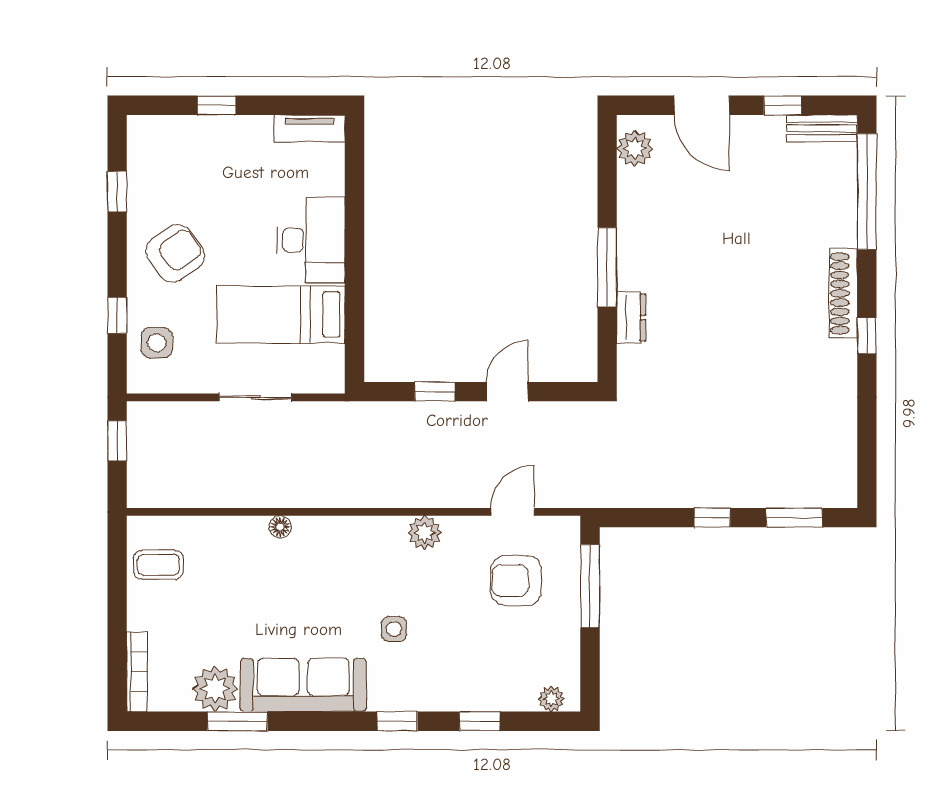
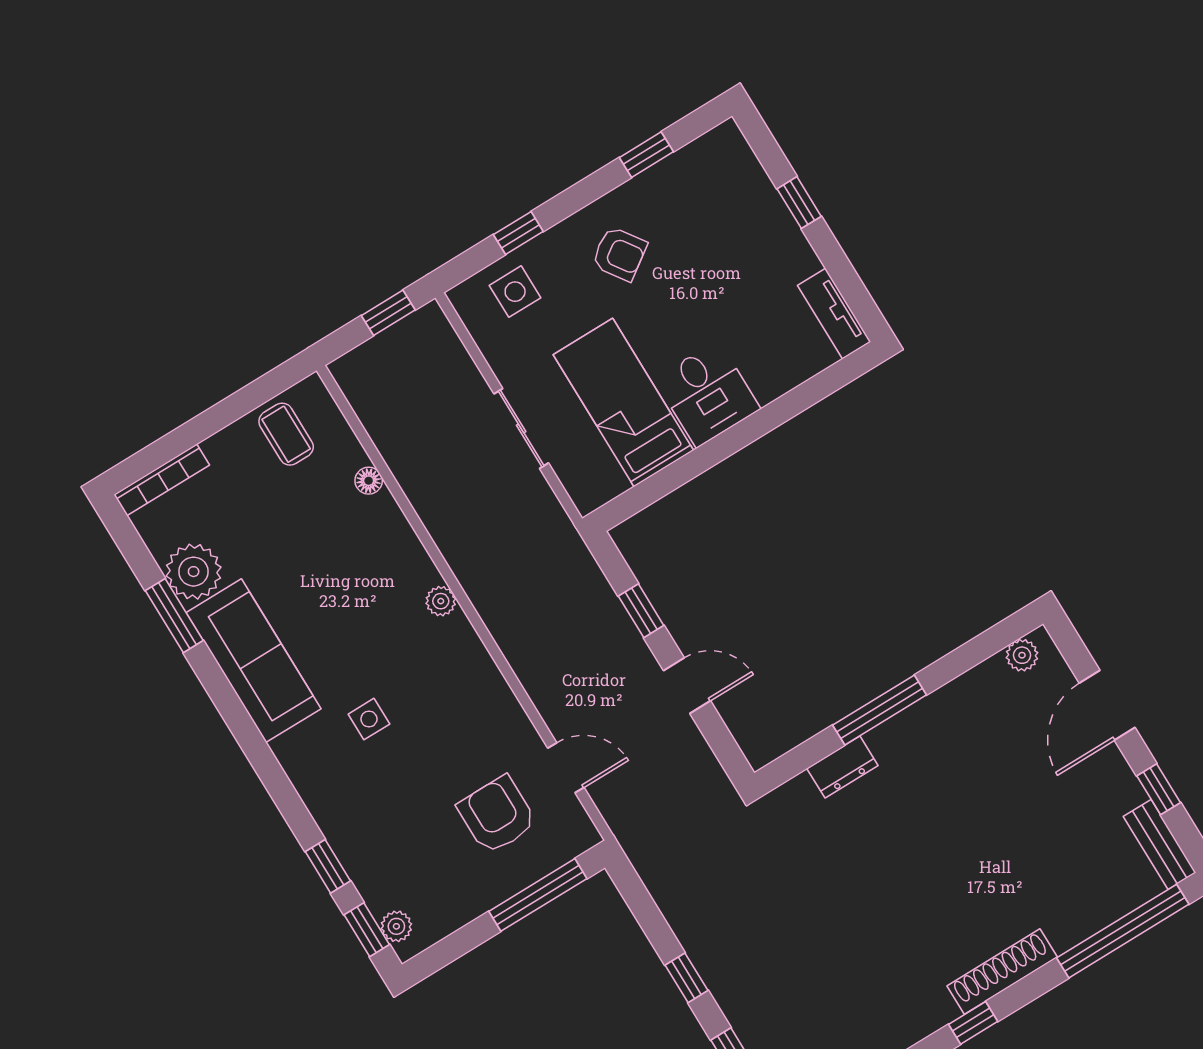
plant: (635, 148) -> (1022, 655), width x0.73, depth x0.73
desk: (311, 240) -> (707, 394), width x0.73
armchair: (175, 253) -> (619, 254), width x0.72, depth x0.72
floor lamp: (280, 527) -> (369, 481), moved
plant: (425, 533) -> (441, 601), moved, width x0.73, depth x0.73
window: (397, 721) -> (367, 930), moved

